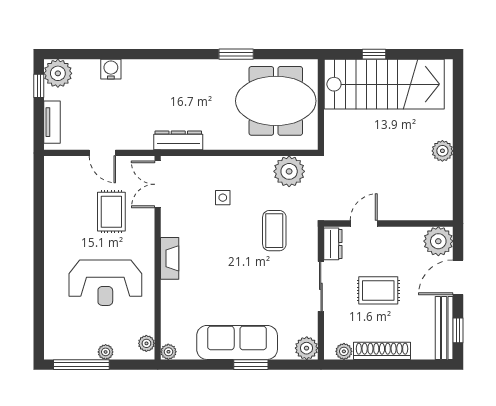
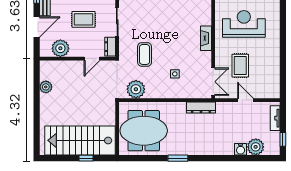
window: (236, 54) -> (178, 158), moved
plant: (58, 73) -> (256, 147), moved
plant: (442, 151) -> (46, 87), moved
plant: (438, 241) -> (60, 48), moved

